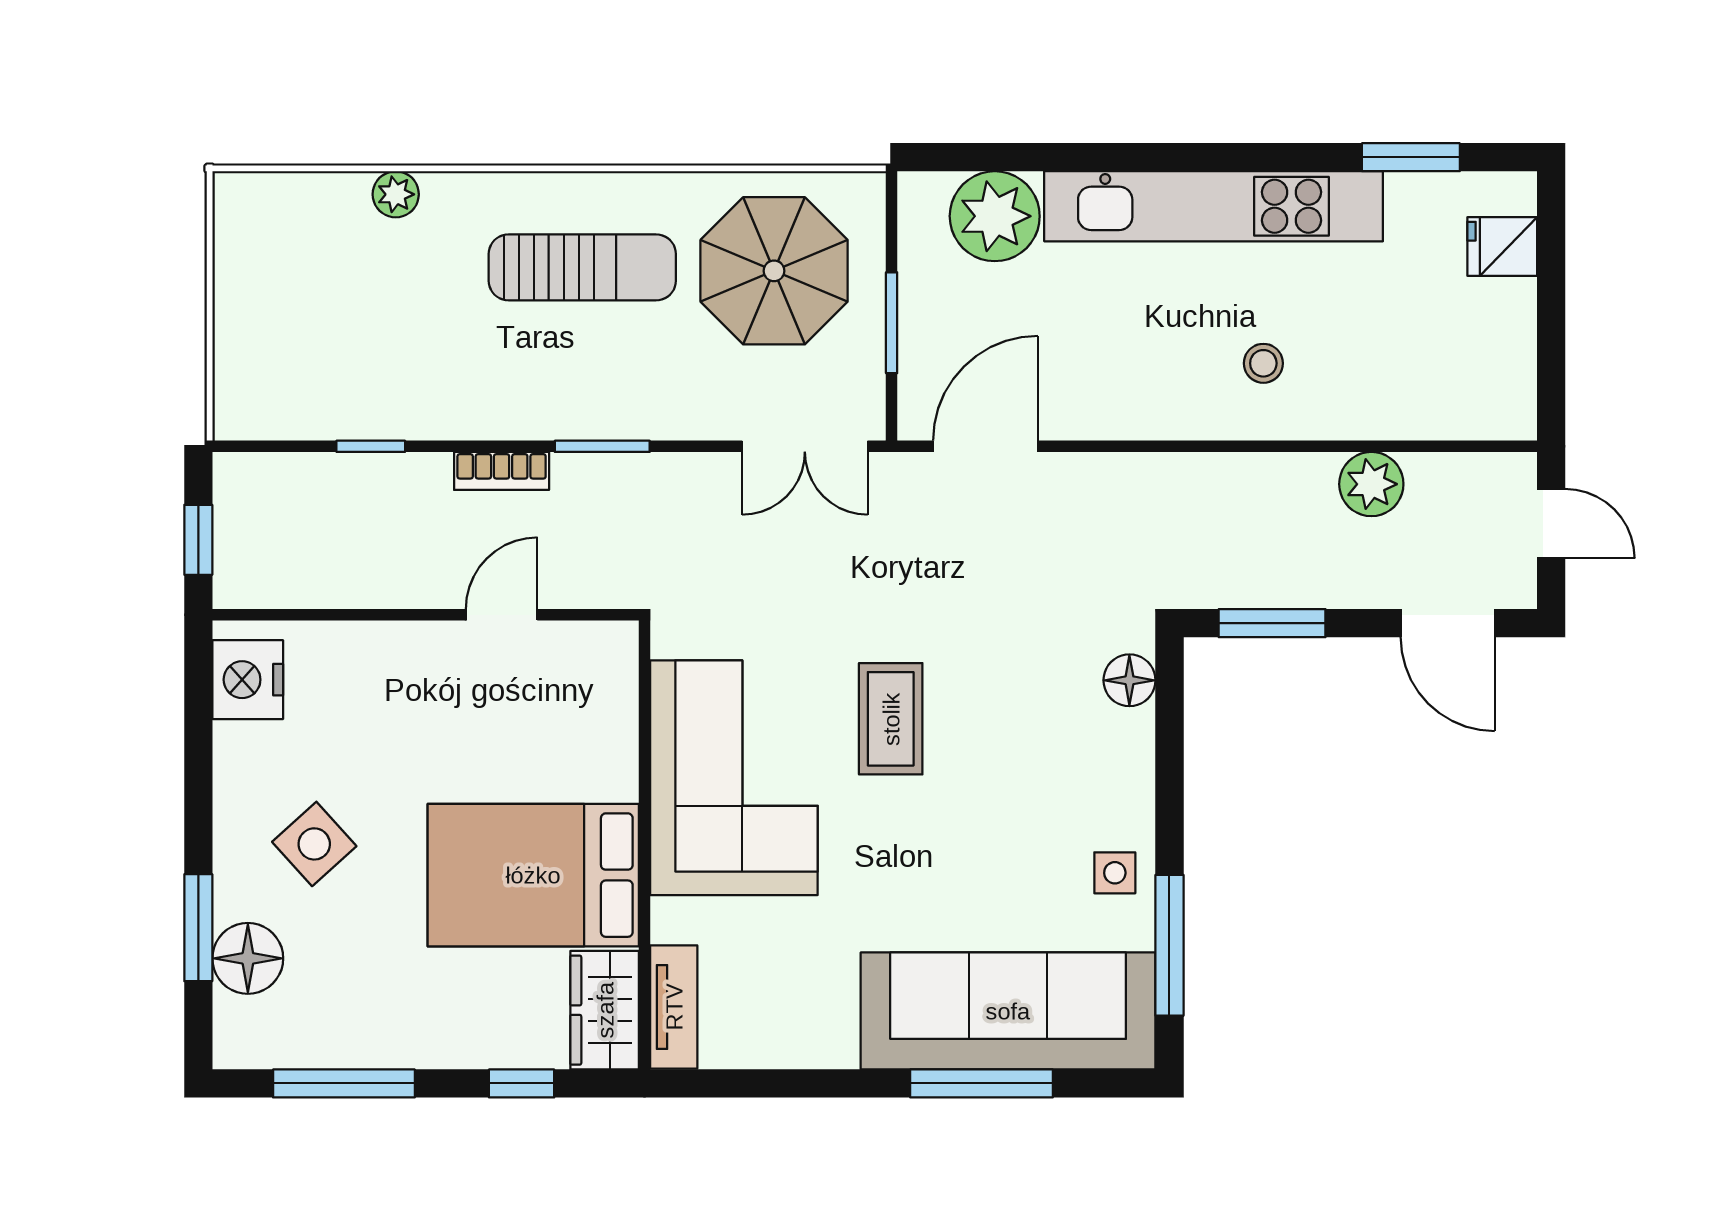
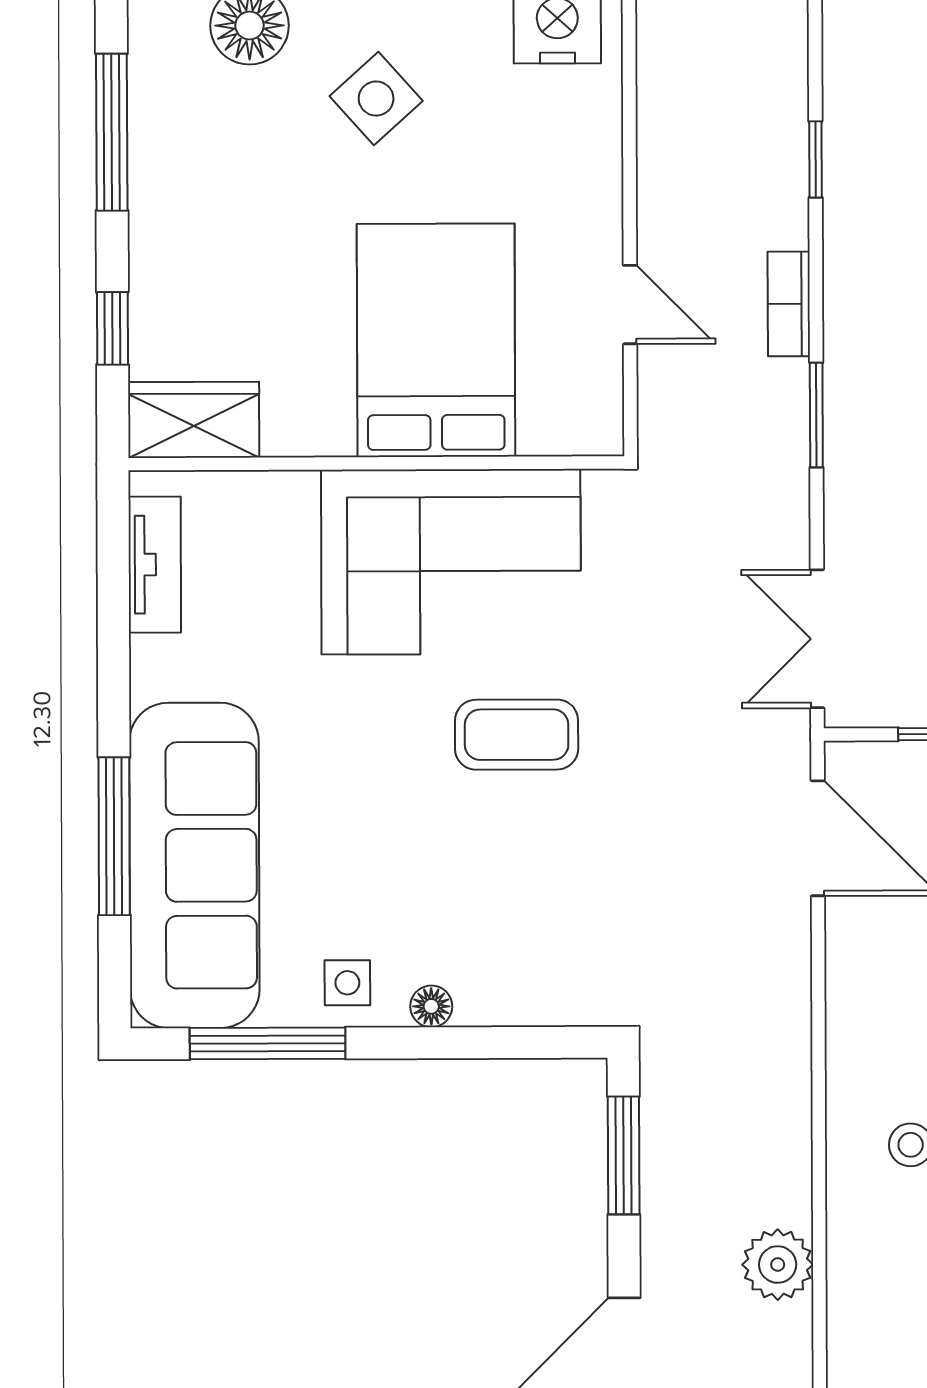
floor lamp: (1129, 680) -> (431, 1006), moved, width x0.73, depth x0.73
bed: (533, 875) -> (436, 340), moved
tv unit: (674, 1007) -> (155, 565), moved, turned -90

